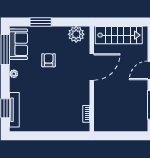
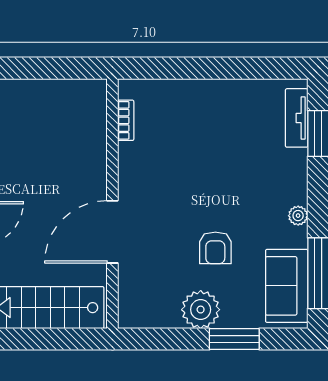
plant: (76, 34) -> (201, 310), moved
tv unit: (14, 110) -> (297, 118), width x0.71

